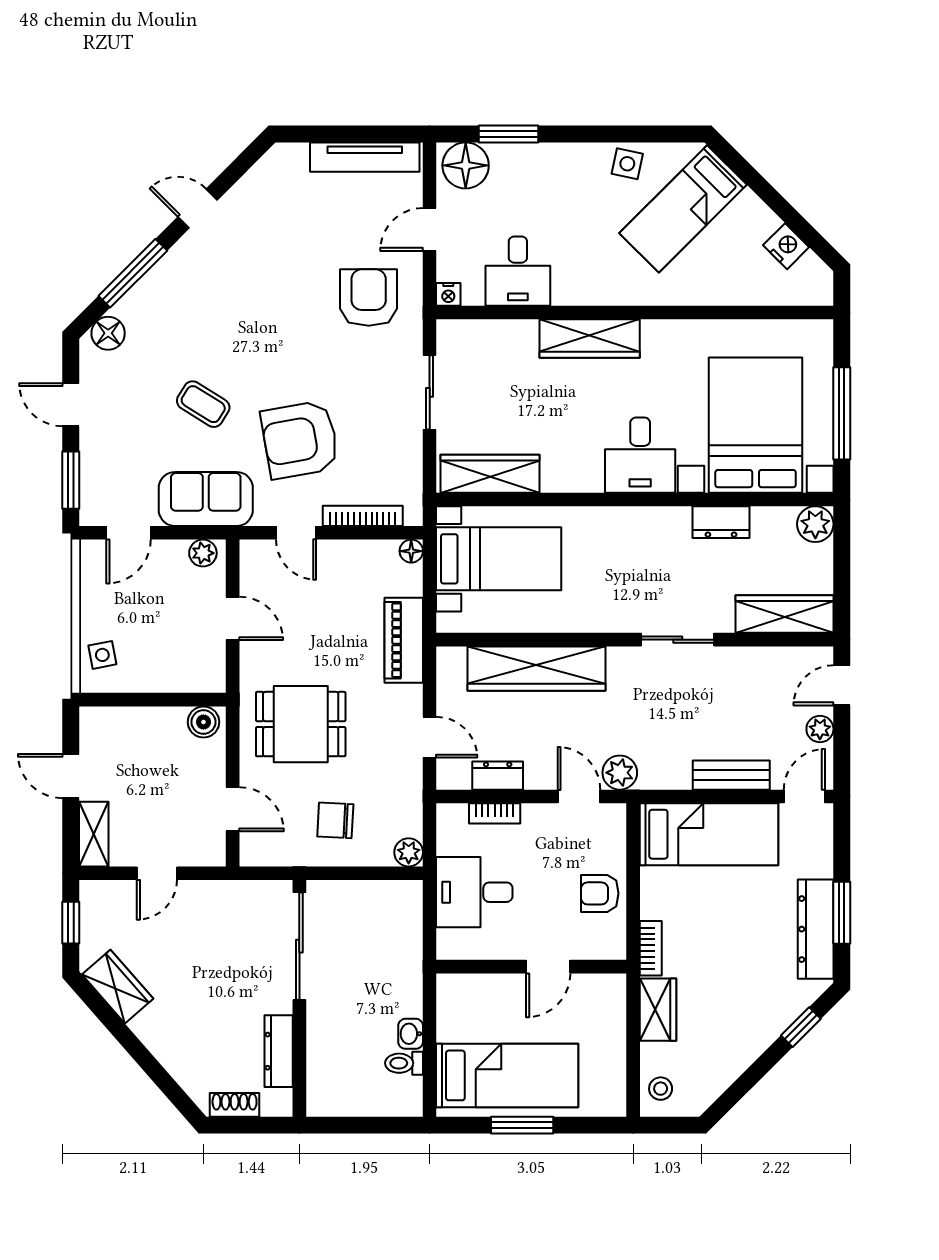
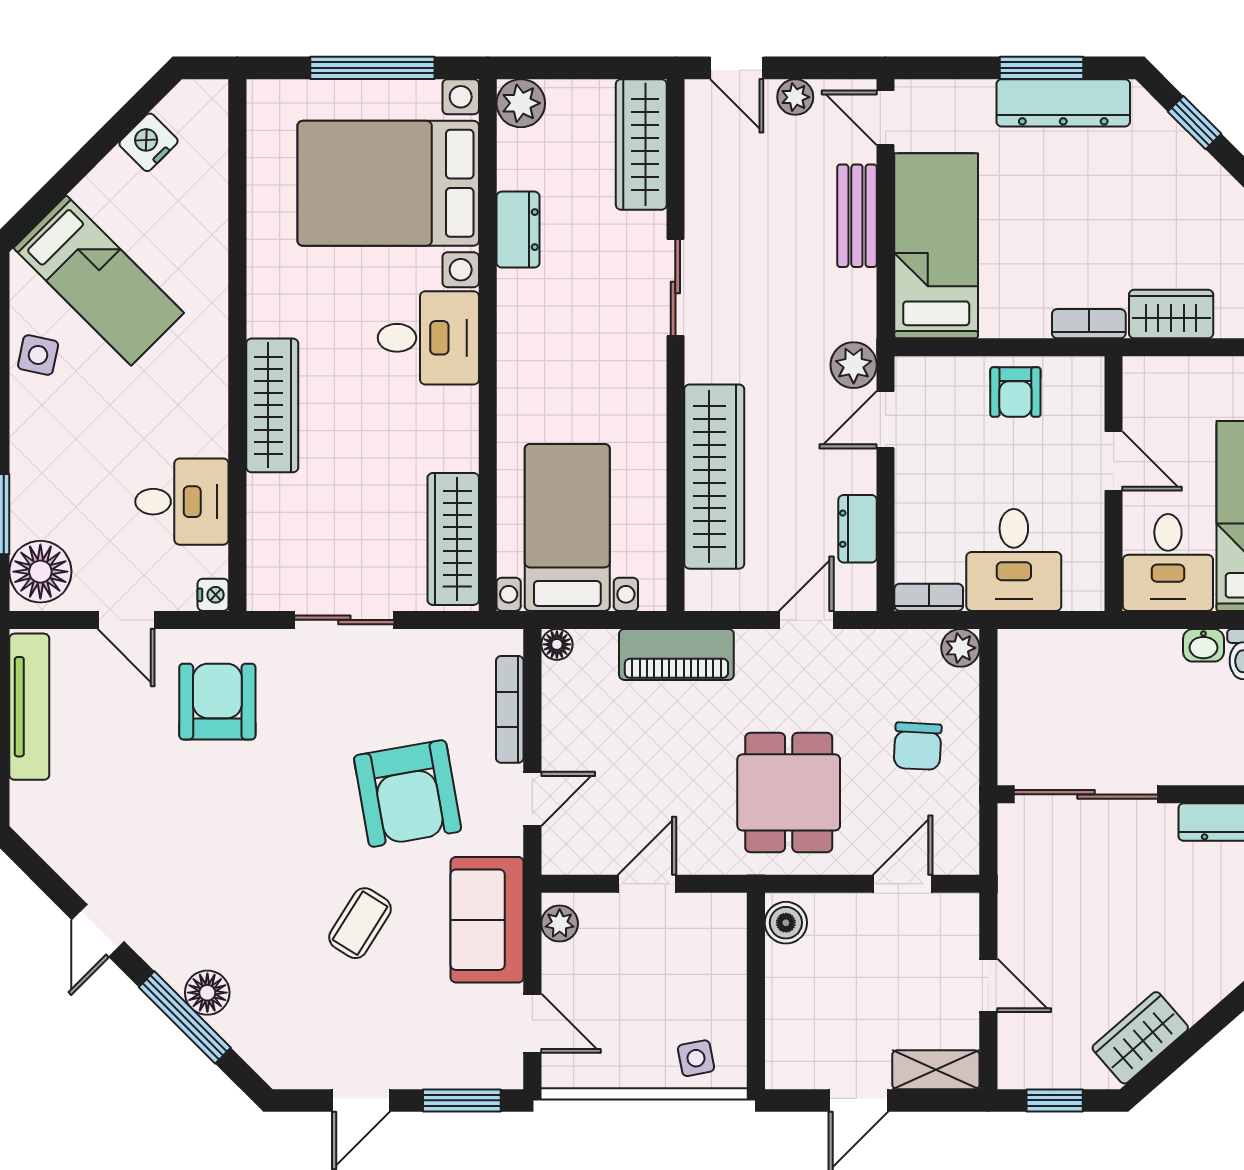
armchair: (369, 298) -> (217, 702), turned 90
floor lamp: (108, 333) -> (207, 993), moved
bookcase: (495, 813) -> (929, 597), moved, turned -90
desk: (472, 1007) -> (1168, 563), added

